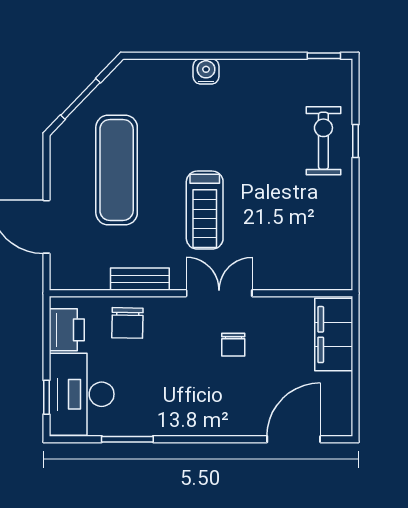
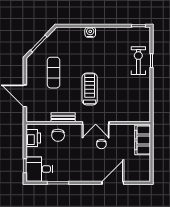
exercise mat: (117, 170) -> (54, 73), width x0.73, depth x0.69
treadmill: (205, 210) -> (90, 89), turned 180
double door: (219, 293) -> (96, 123), swing flipped
desk: (82, 394) -> (39, 169), width x0.73
door: (294, 439) -> (113, 183), moved

